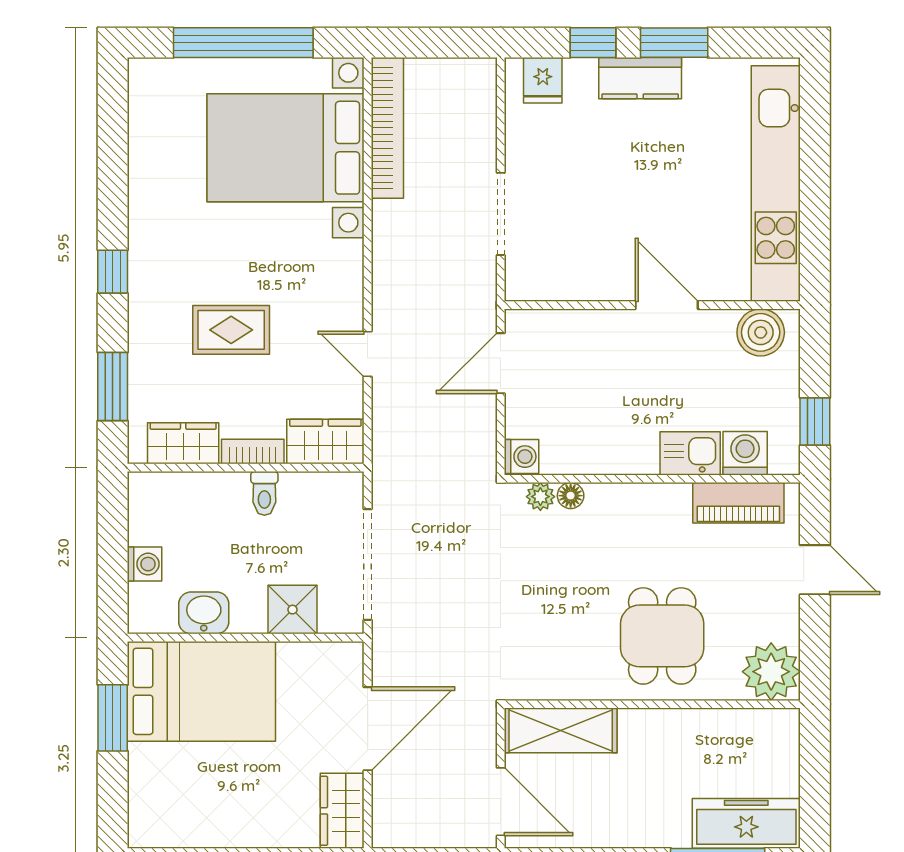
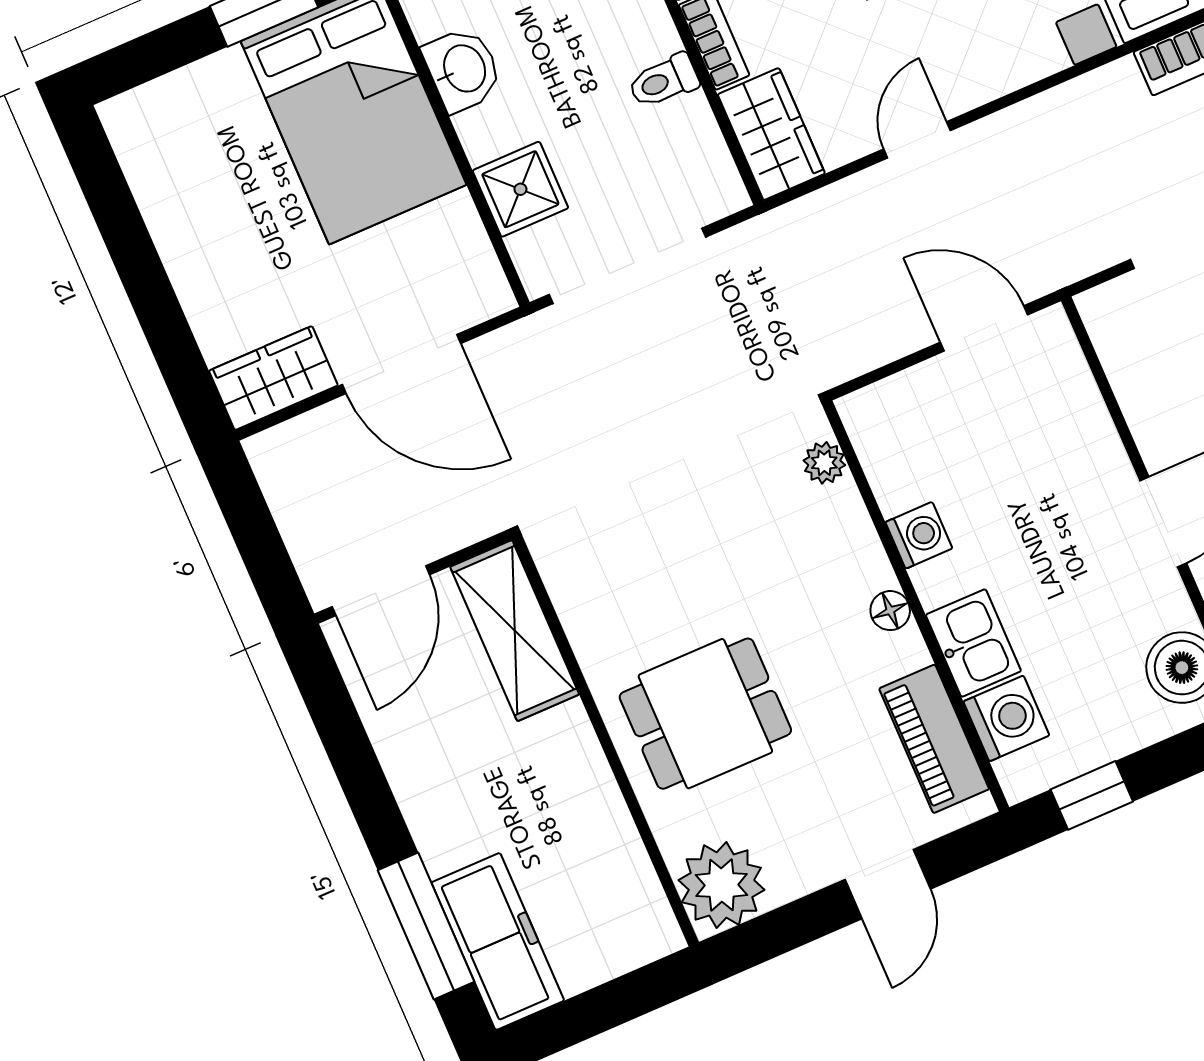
washing machine: (522, 457) -> (919, 535), moved, turned -90
floor lamp: (571, 496) -> (890, 611), moved

